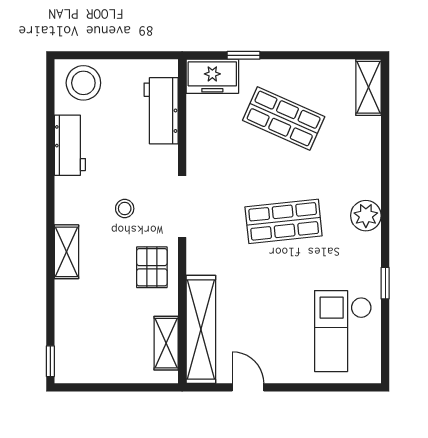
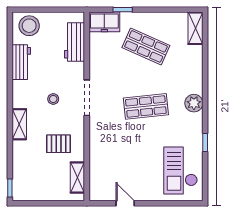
pallet: (152, 267) -> (59, 144), moved, turned 90
shelving: (201, 329) -> (98, 169), removed

